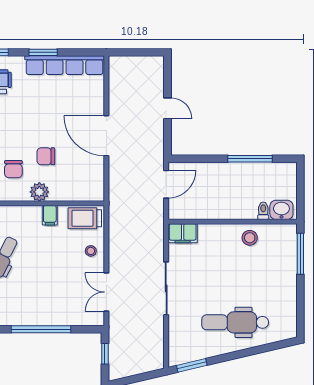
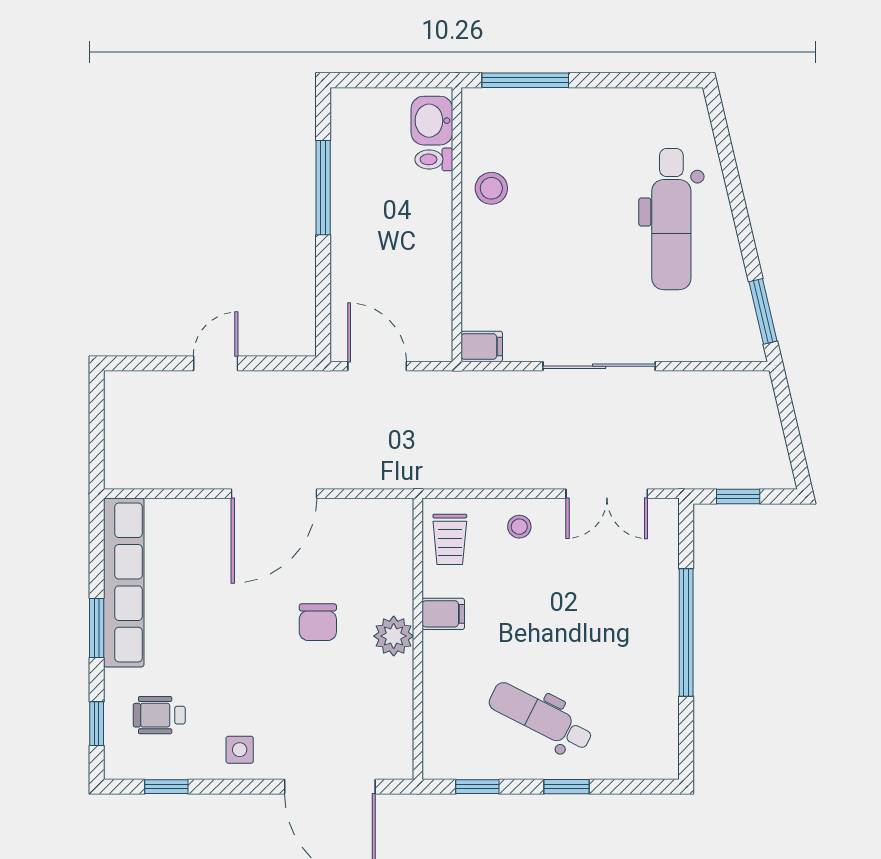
chair: (13, 169) -> (345, 691), removed
trolley: (85, 218) -> (450, 539), width x0.73, depth x0.72
filing cabinet: (183, 233) -> (482, 347), width x0.50

